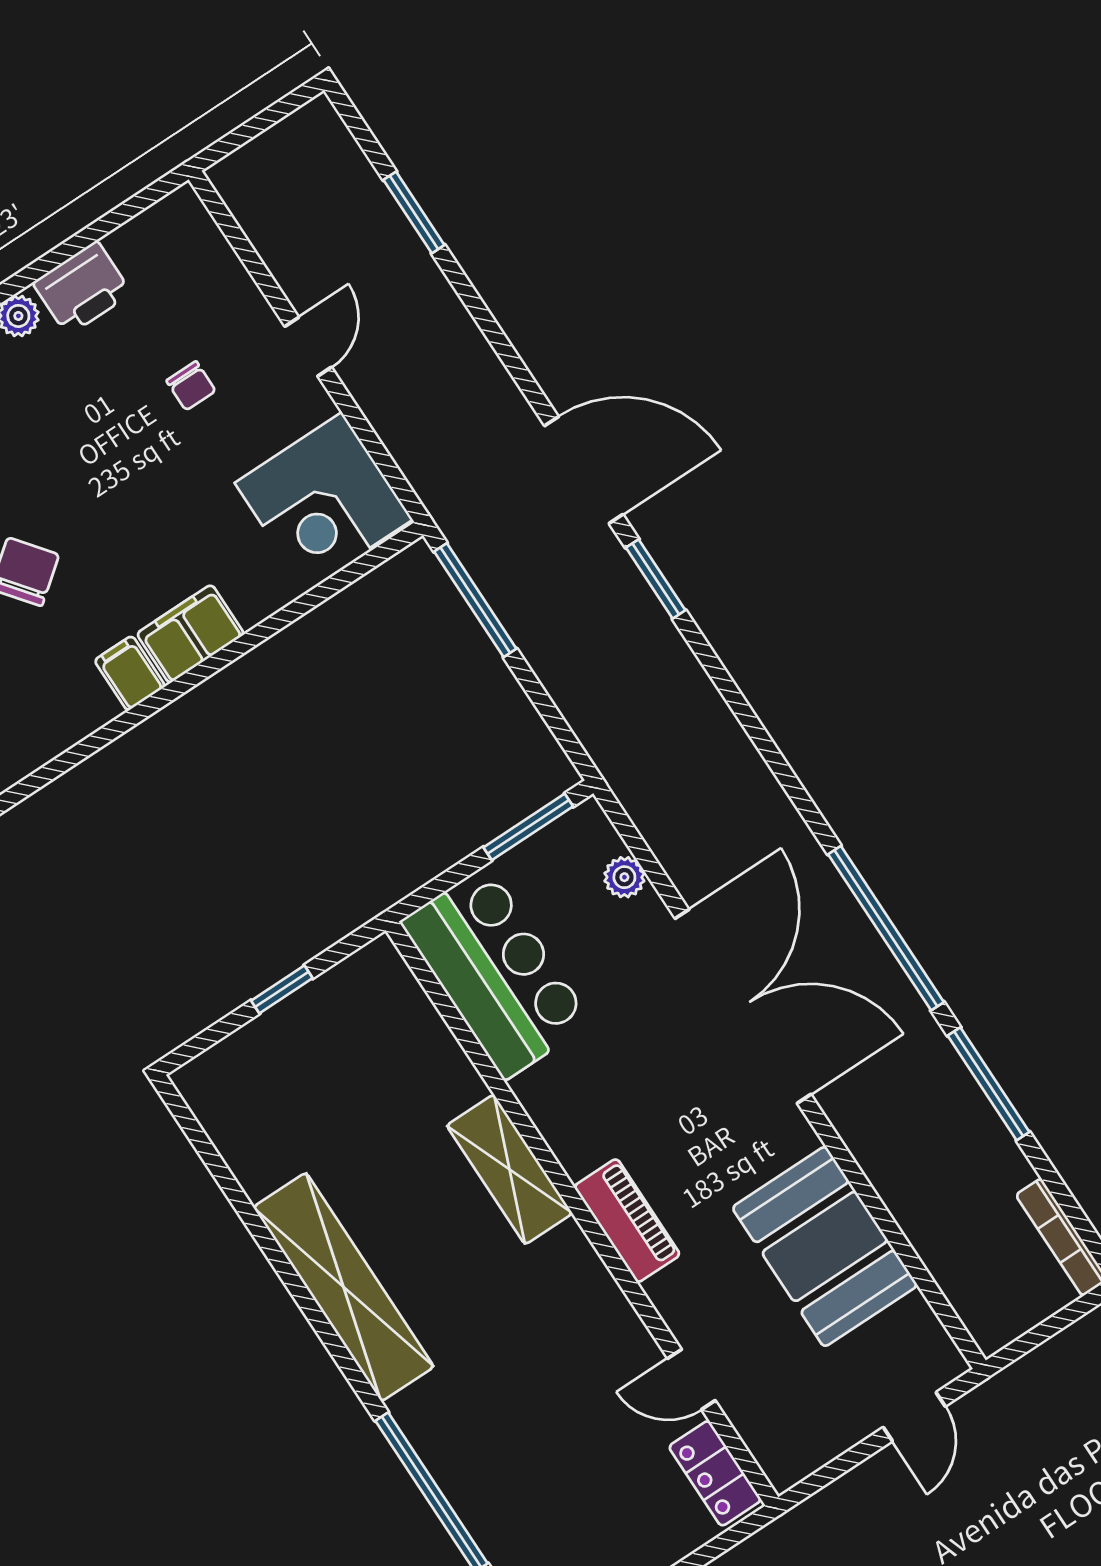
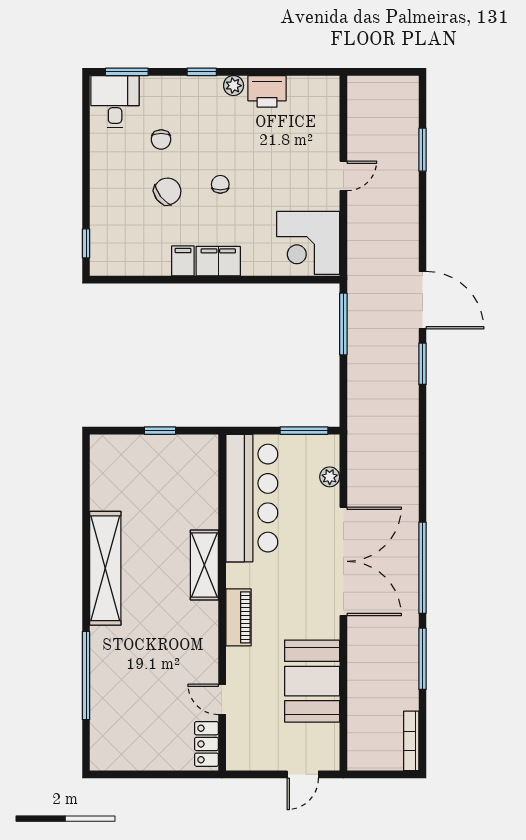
chair: (191, 386) -> (220, 184), moved, turned 180
bar counter: (496, 972) -> (252, 498), width x1.36

